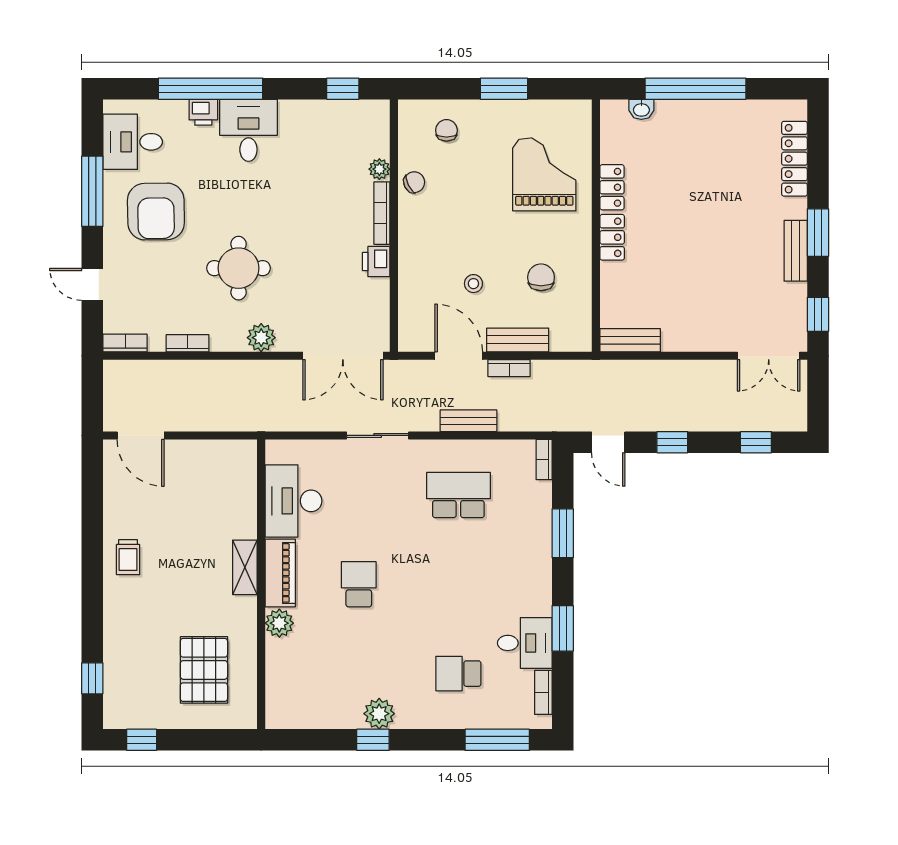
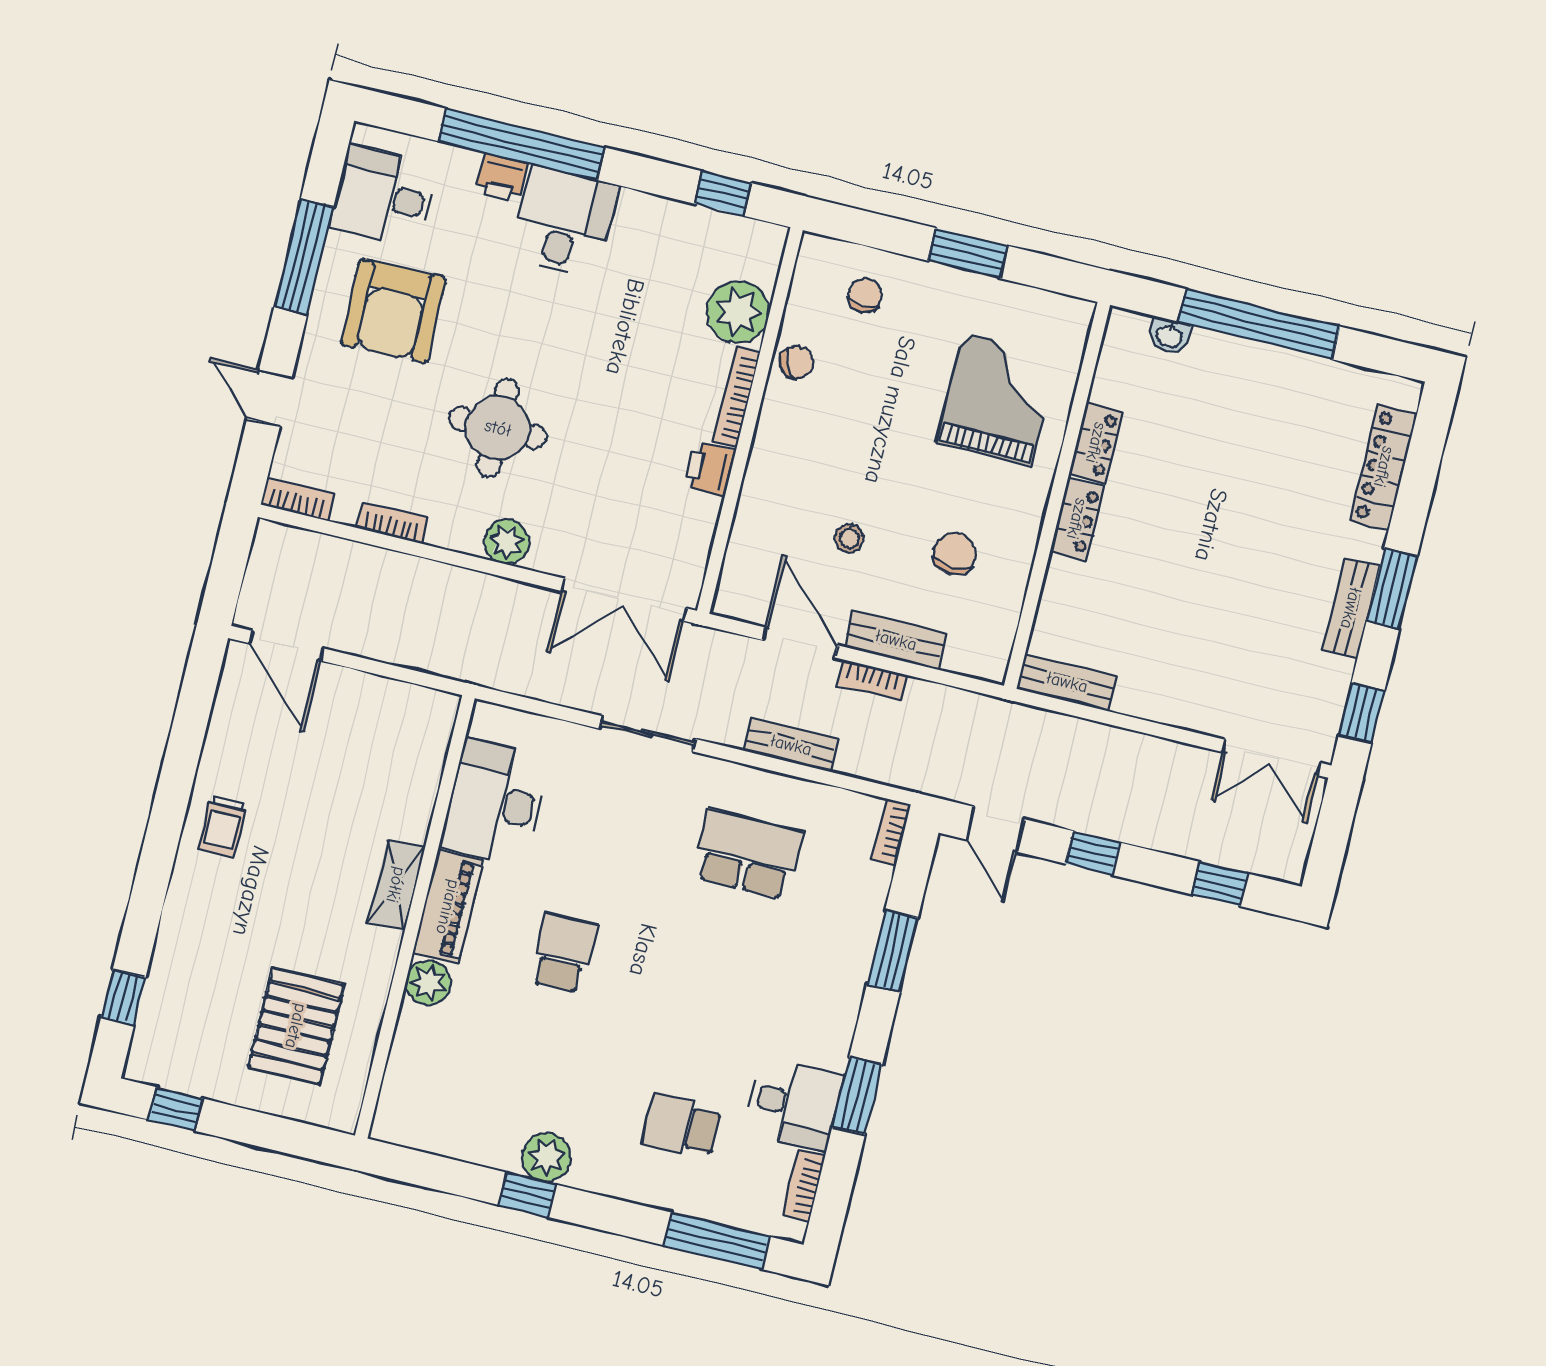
plant: (379, 169) -> (738, 312), width x1.87, depth x1.87

